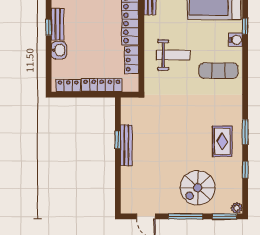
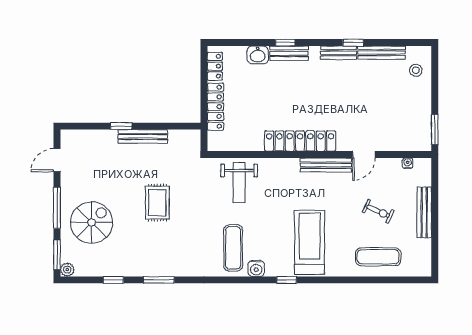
water cooler: (236, 40) -> (256, 268), moved
weight bench: (173, 55) -> (239, 183), moved
locker: (132, 60) -> (246, 143), removed
window: (118, 140) -> (121, 126), moved
rug: (222, 141) -> (157, 203), moved, turned 90
spiral stairs: (198, 188) -> (92, 223), turned 90

